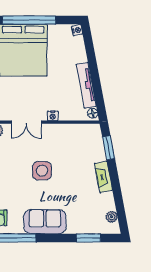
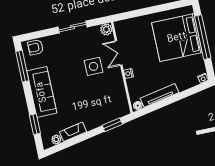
side table: (42, 171) -> (93, 66), moved
fireplace: (103, 177) -> (73, 132), moved
sofa: (45, 222) -> (42, 92), width x1.36

